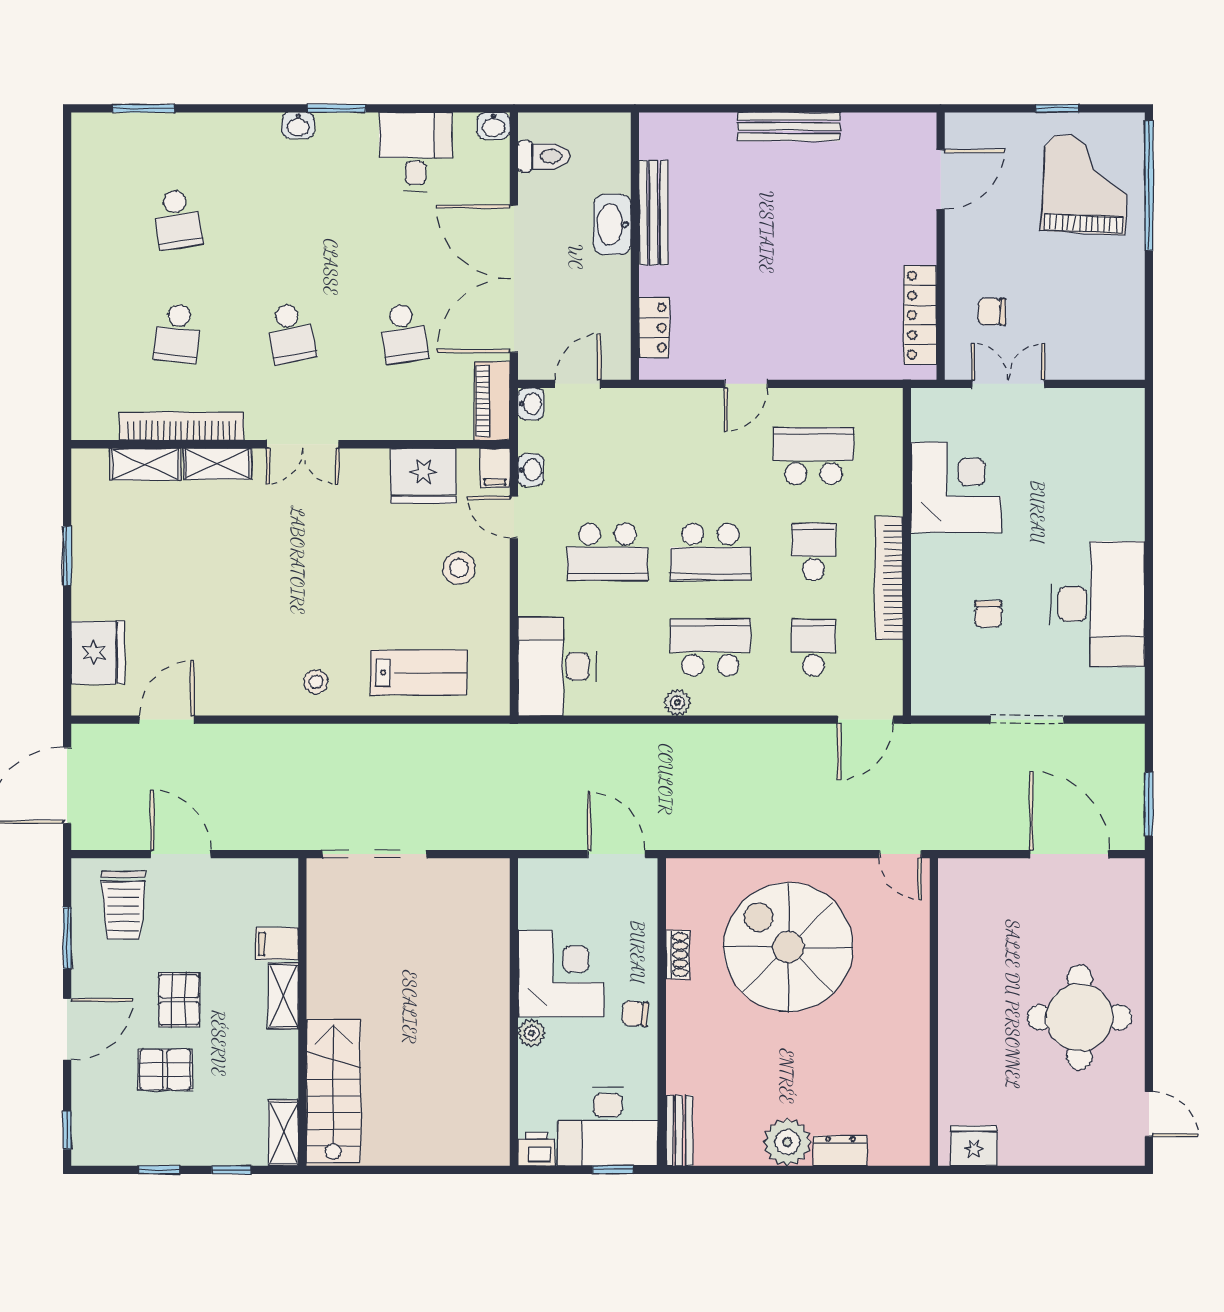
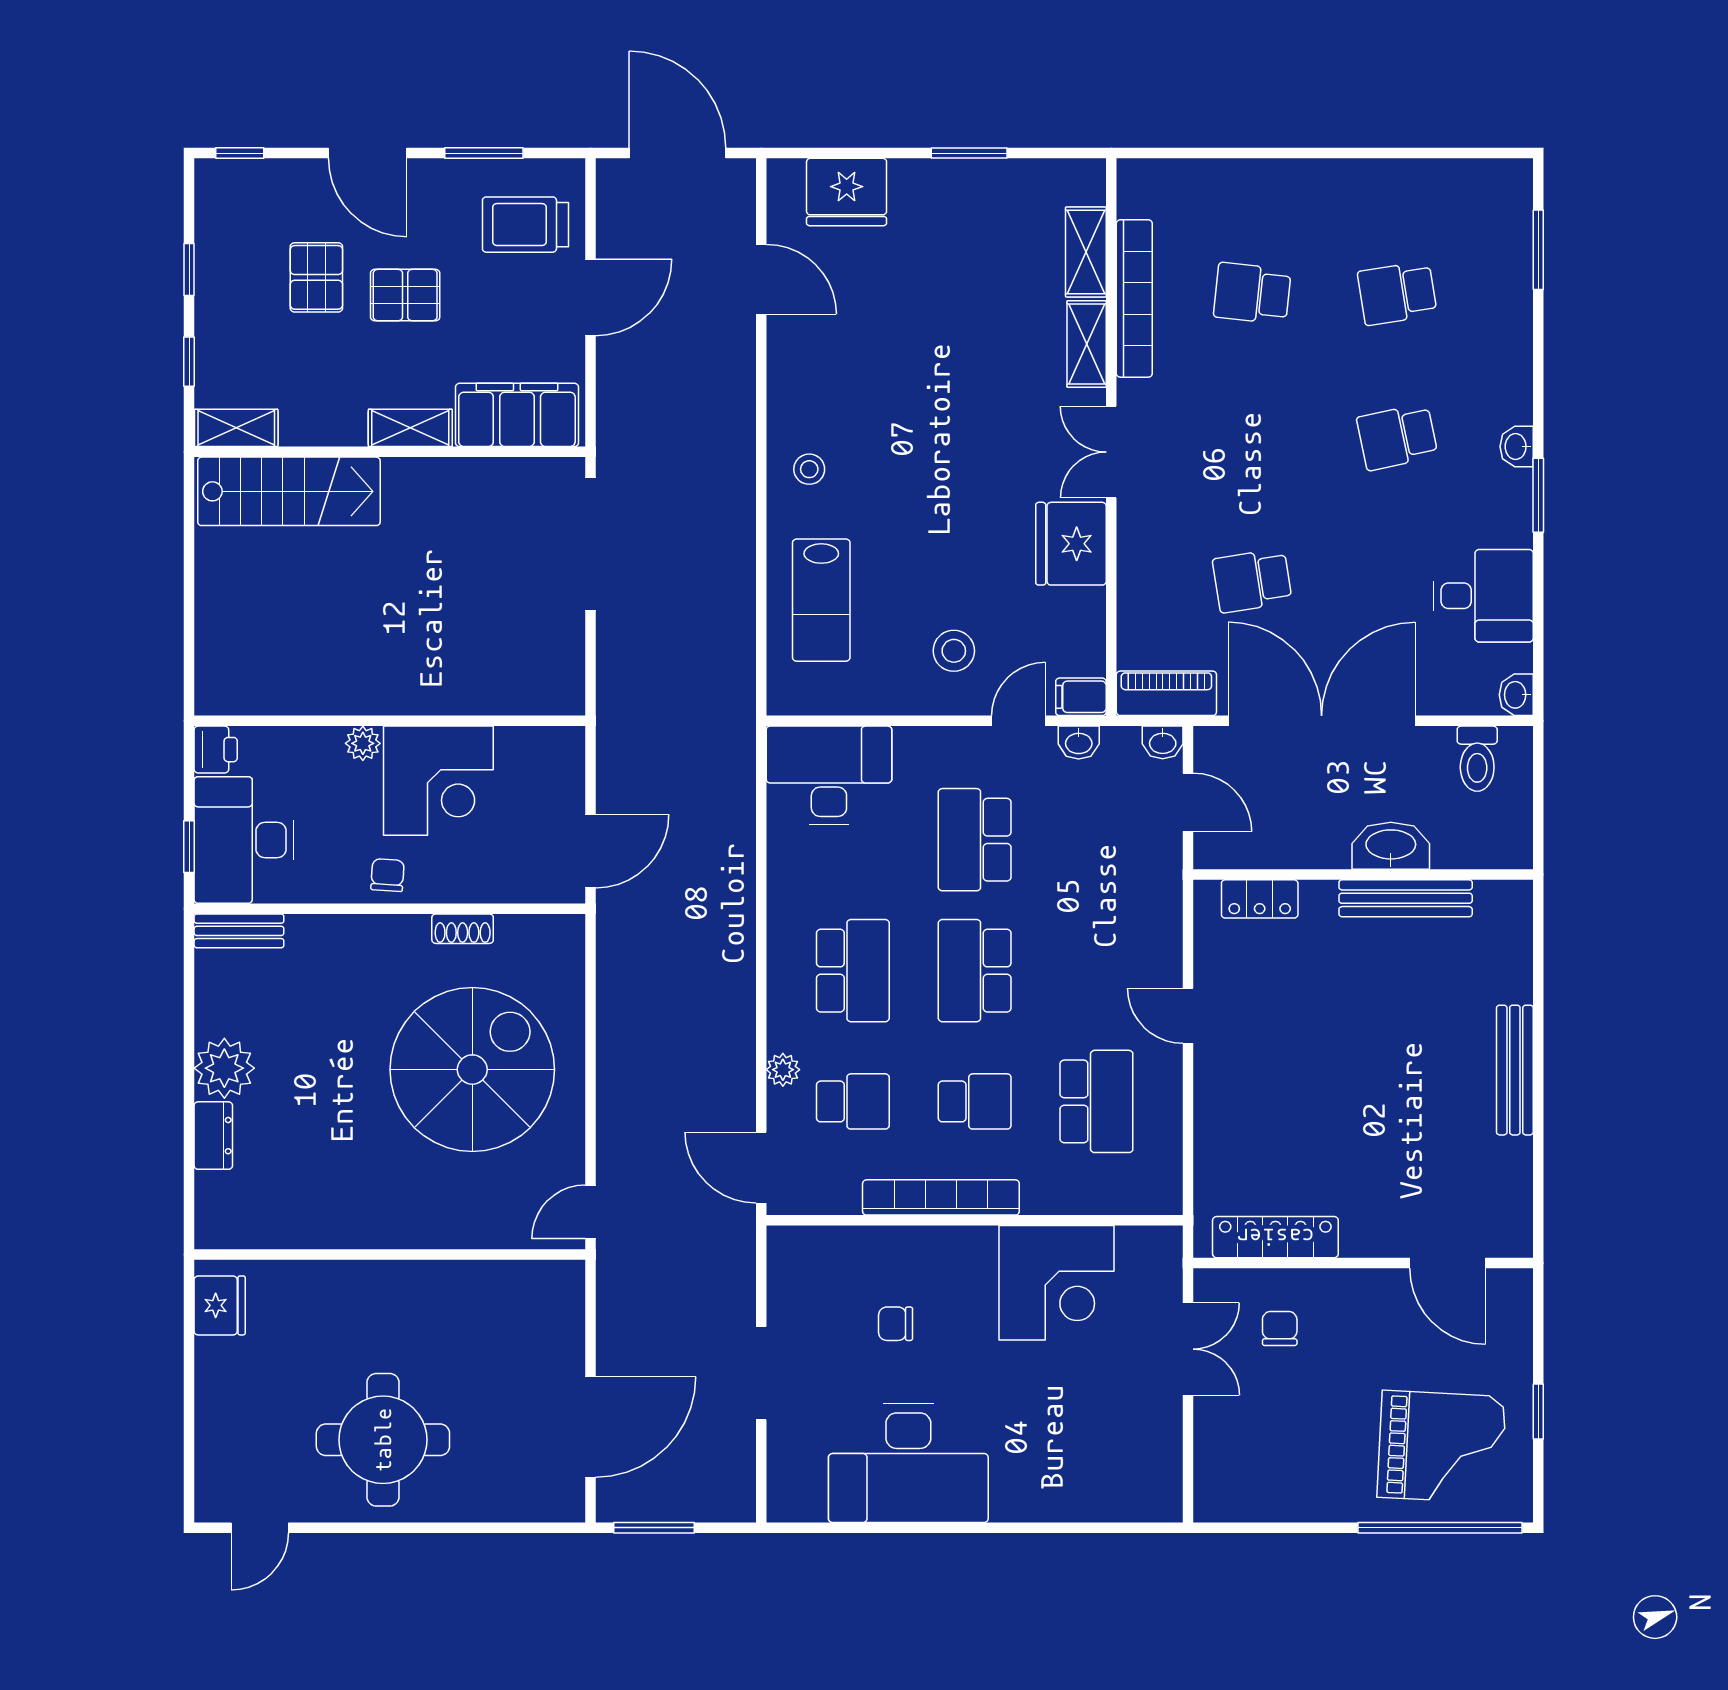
school desk: (291, 333) -> (1397, 437), moved
fridge: (423, 476) -> (1071, 544), moved
plant: (677, 703) -> (783, 1070), moved
filing cabinet: (277, 944) -> (517, 415), width x3.00, depth x1.17

